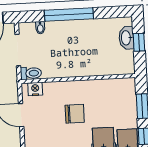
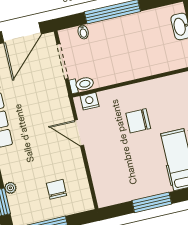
chair: (75, 114) -> (138, 121), turned 180

